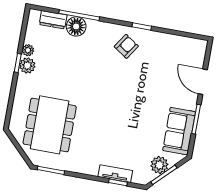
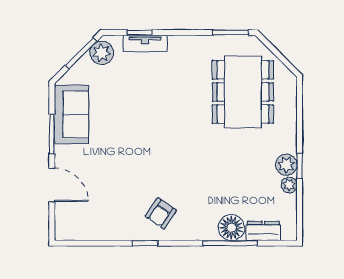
plant: (159, 165) -> (102, 53), moved

